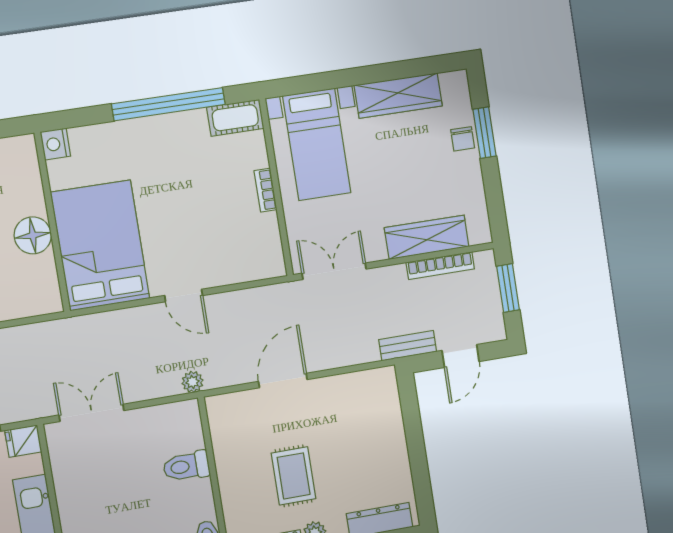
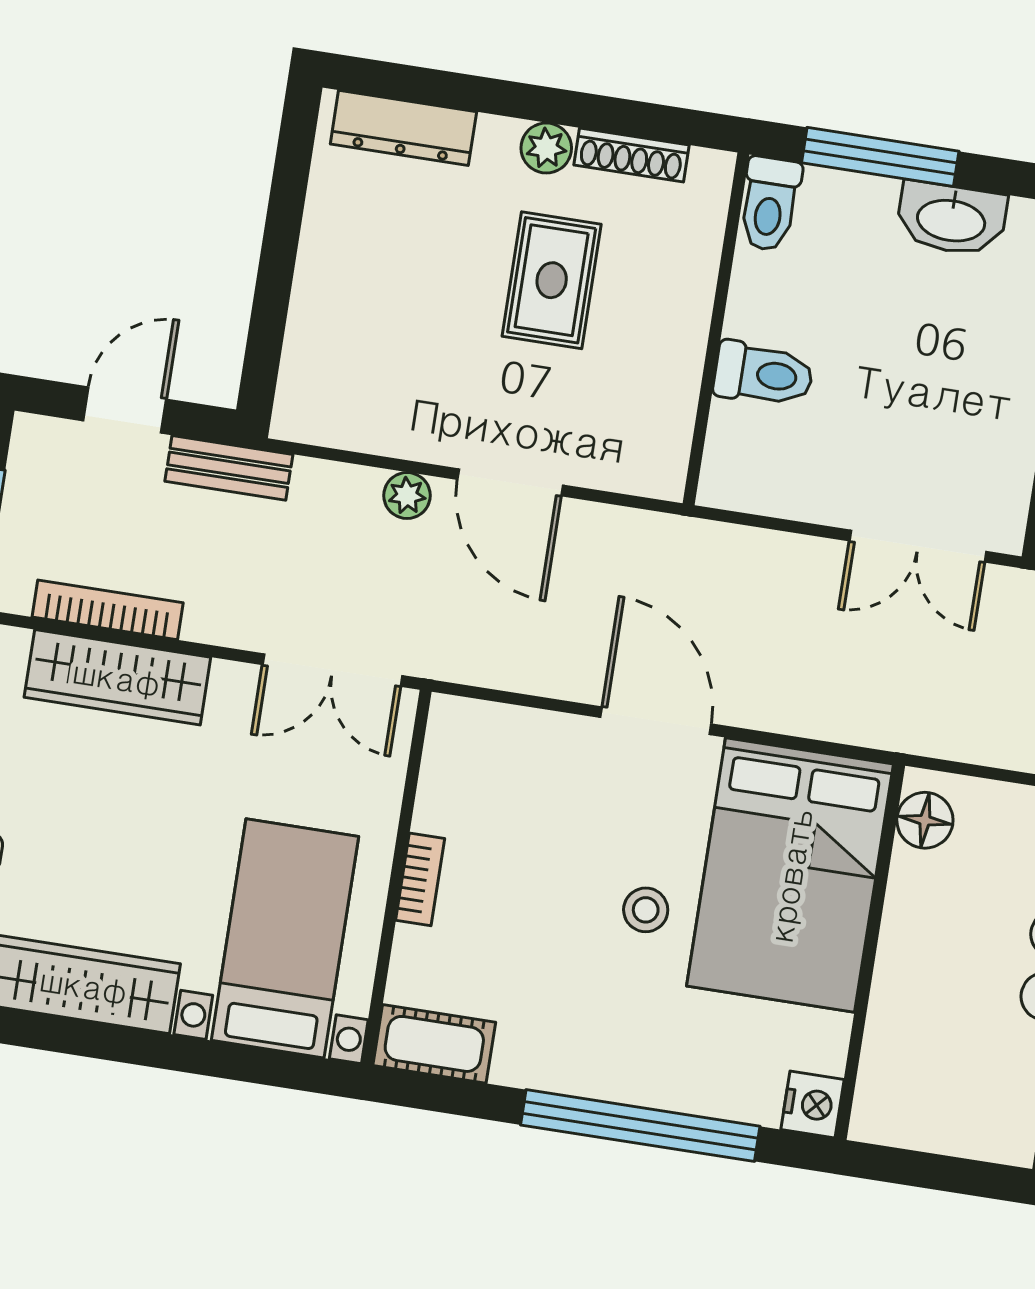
window: (168, 104) -> (640, 1126), moved
stool: (160, 209) -> (646, 910), added
floor lamp: (33, 235) -> (925, 820), moved, width x0.73, depth x0.73
door: (184, 295) -> (656, 721), width x1.38
door: (283, 380) -> (510, 482), hinge flipped
plant: (193, 382) -> (407, 496), moved

